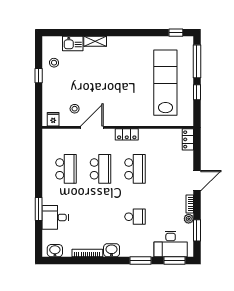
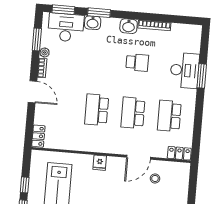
fridge: (53, 119) -> (100, 163), moved
locker: (127, 134) -> (179, 153), moved
door: (197, 181) -> (32, 92), swing flipped
desk: (55, 217) -> (185, 70), width x1.37
school desk: (135, 217) -> (137, 62), moved, turned 180
washbasin: (55, 251) -> (93, 23), moved

